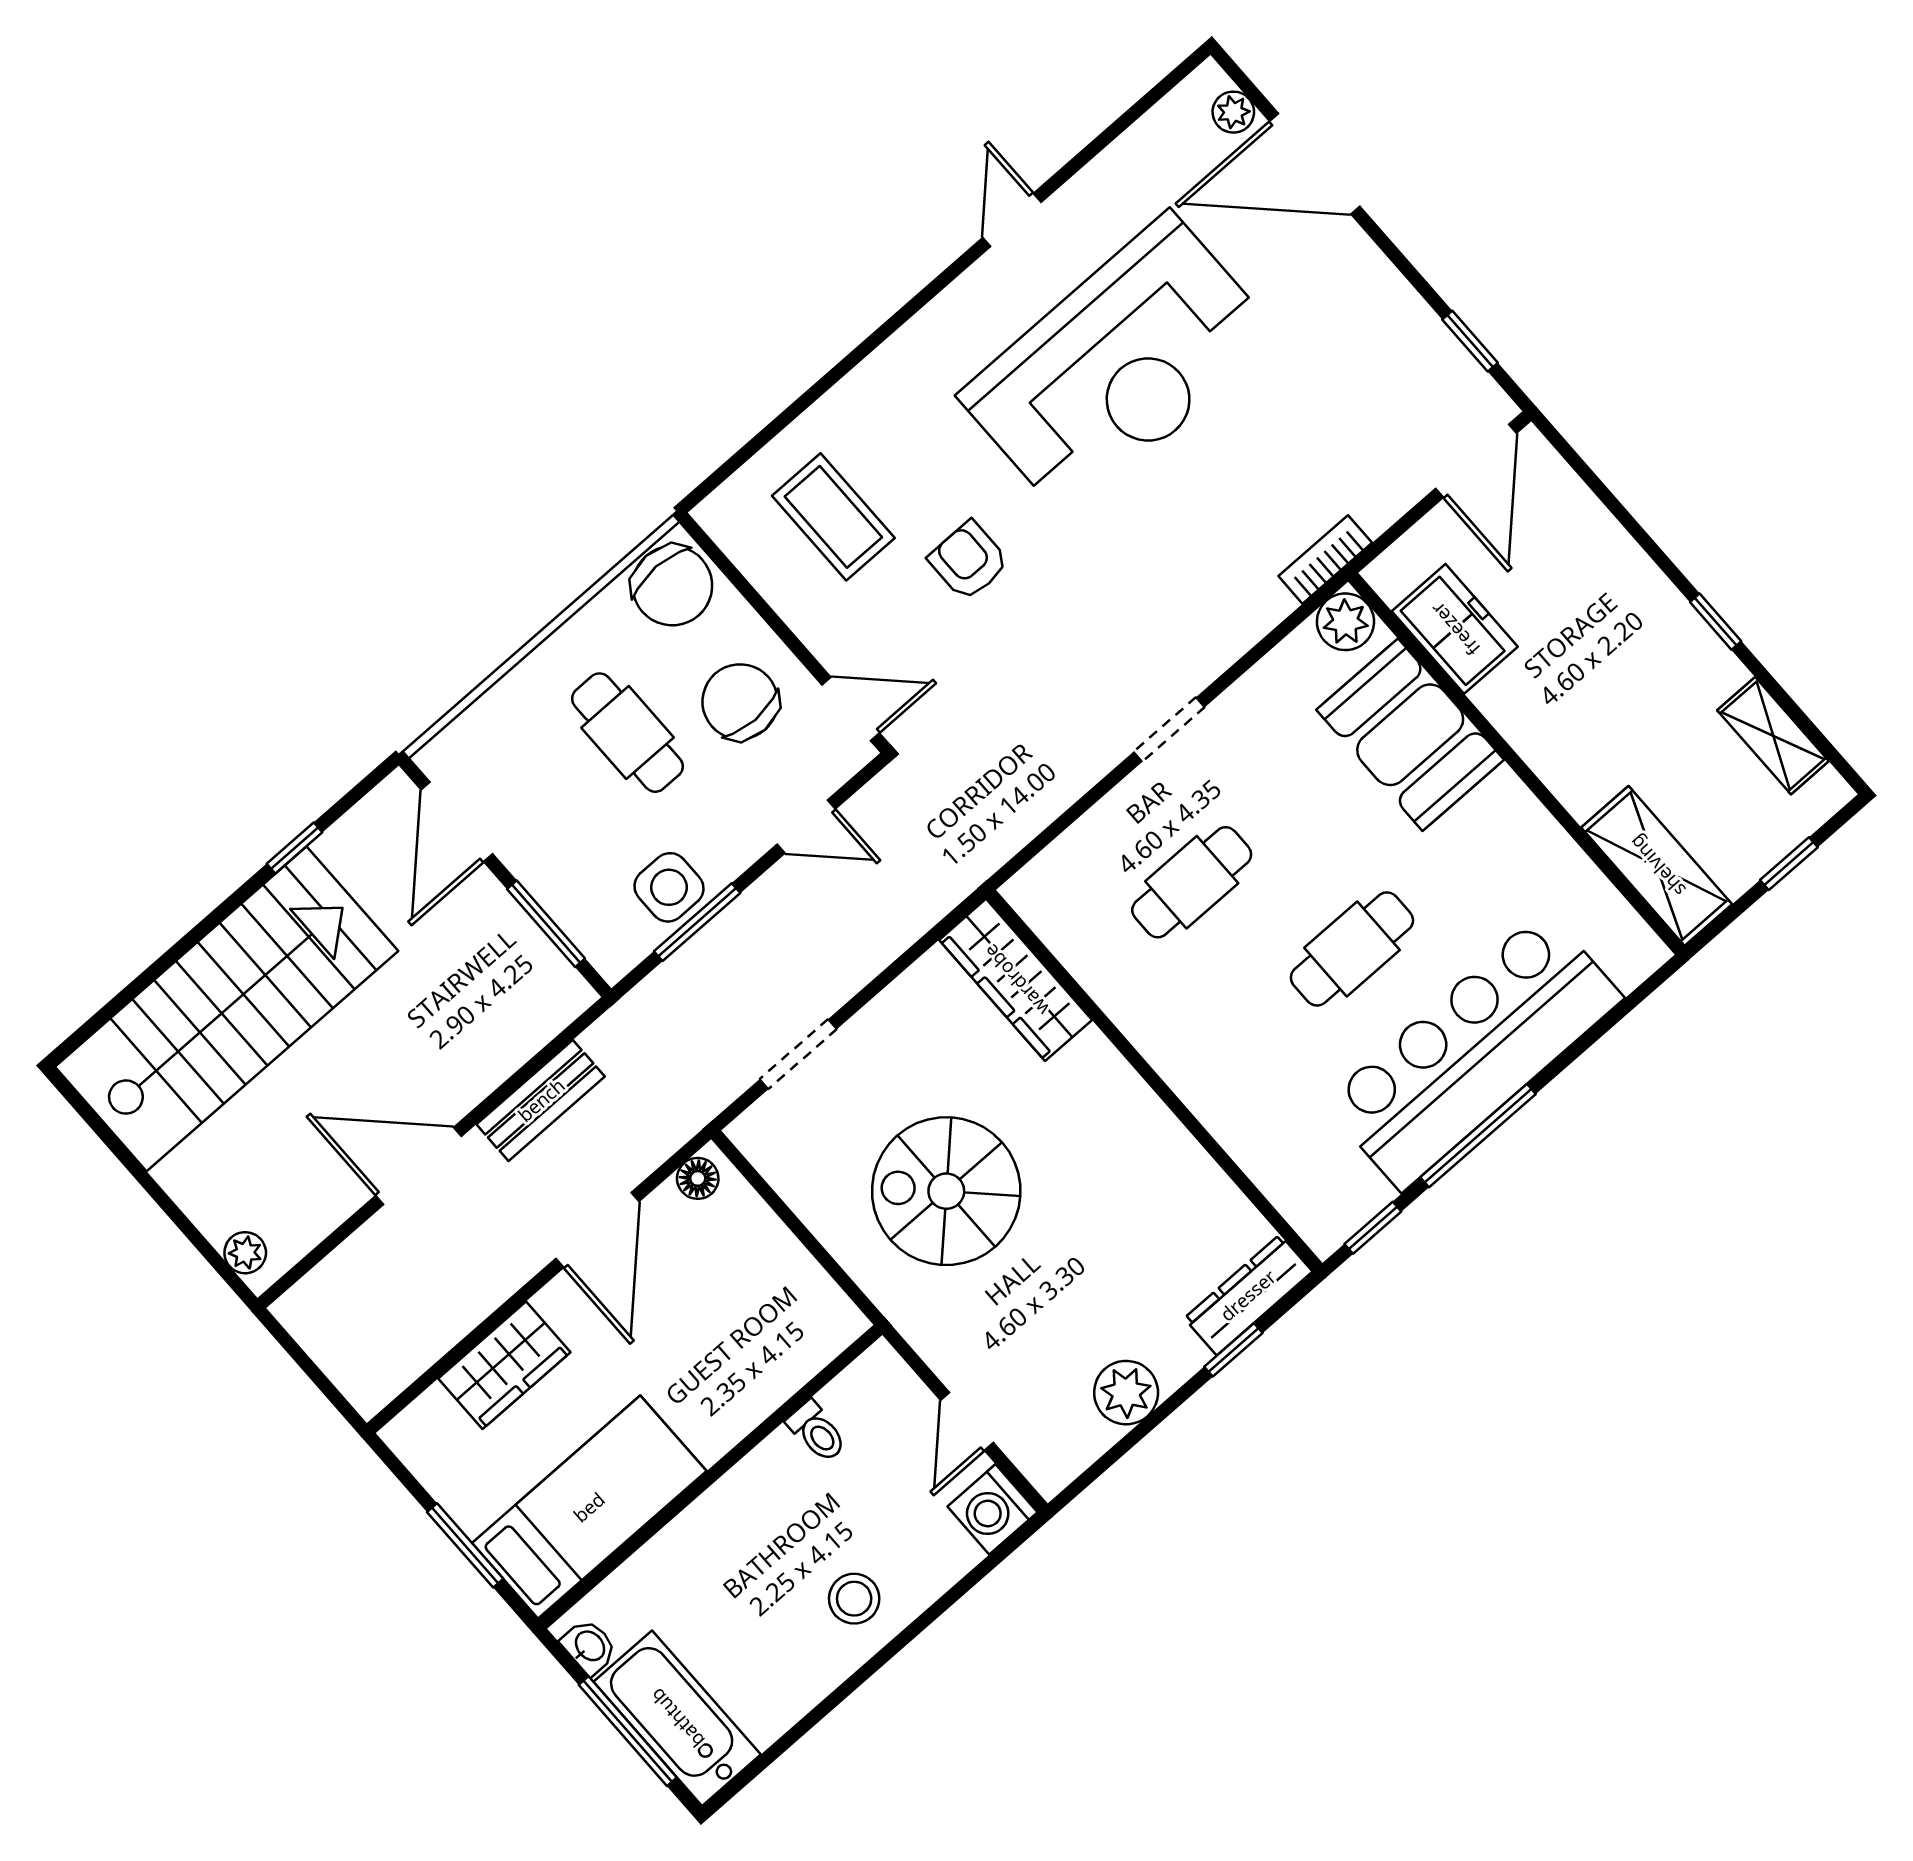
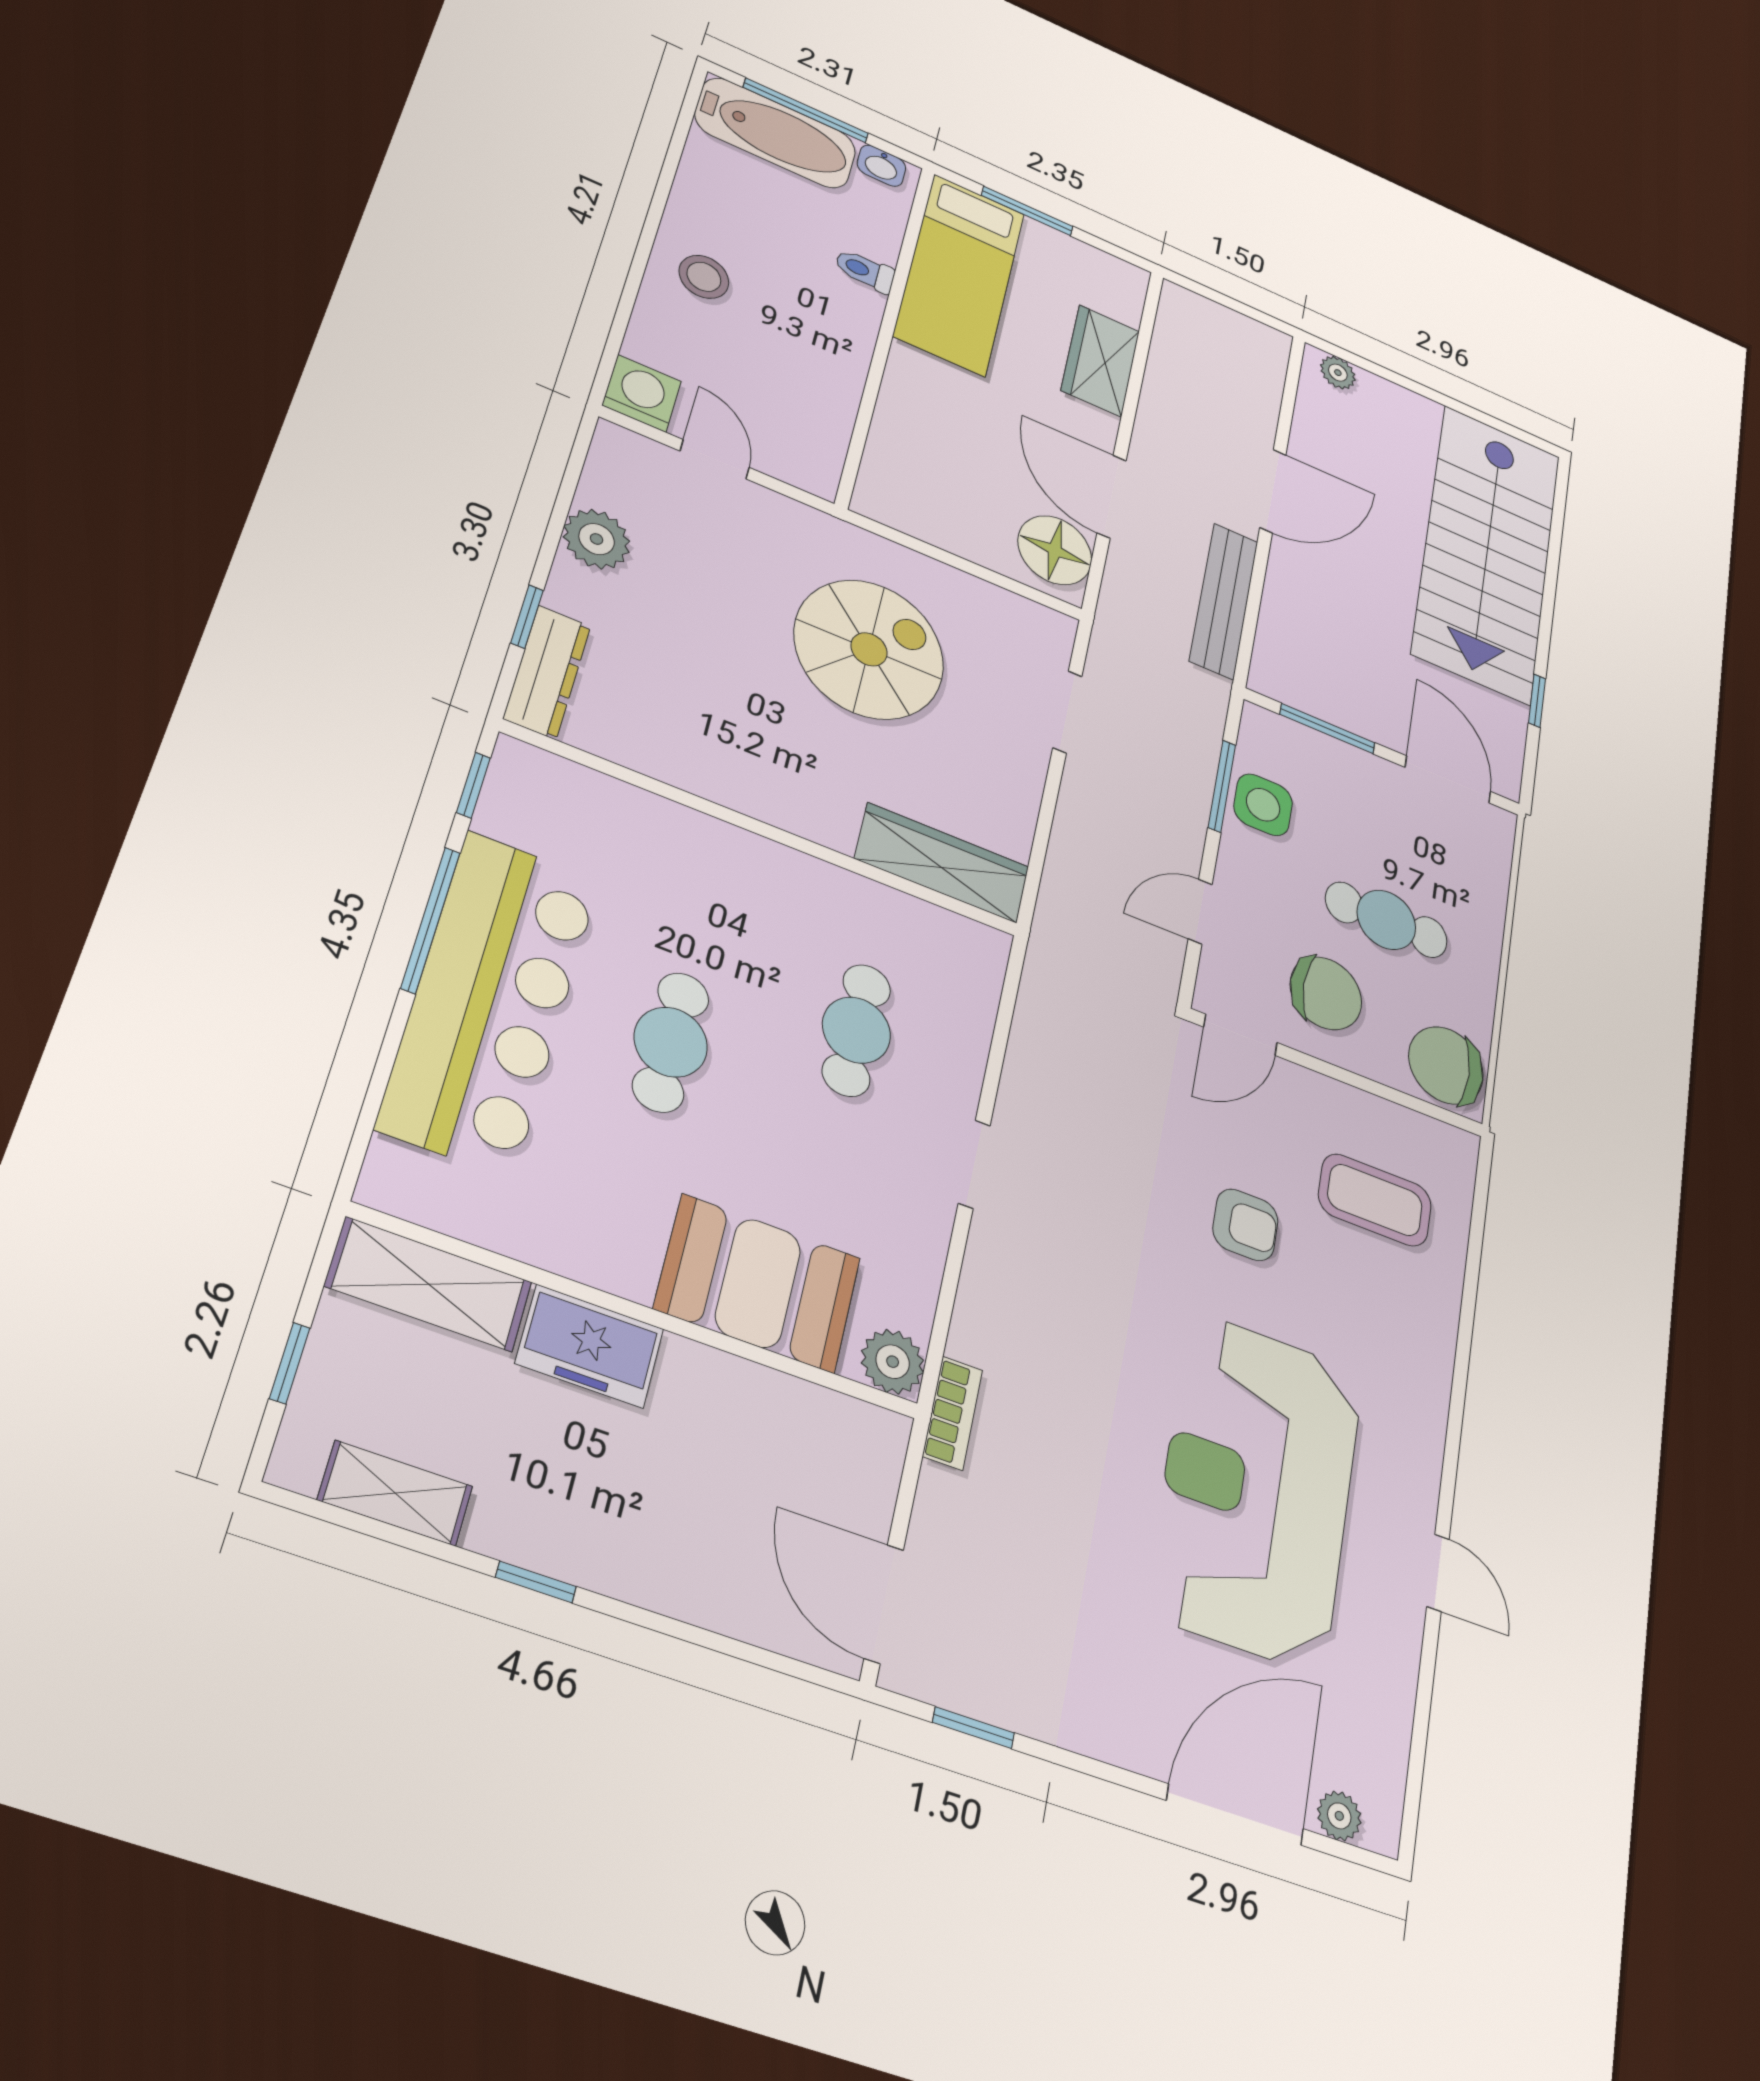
freezer: (1455, 629) -> (590, 1346), moved
bench: (541, 1100) -> (1224, 601), width x1.36
floor lamp: (698, 1178) -> (1055, 550), width x1.89, depth x1.89
toilet: (817, 1432) -> (865, 271), moved

